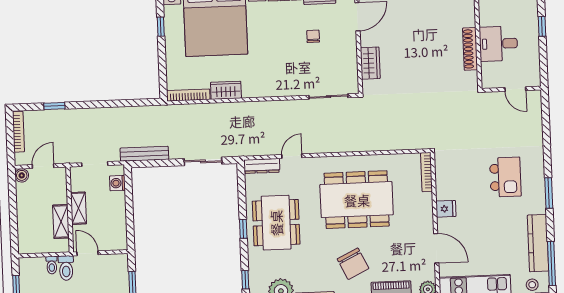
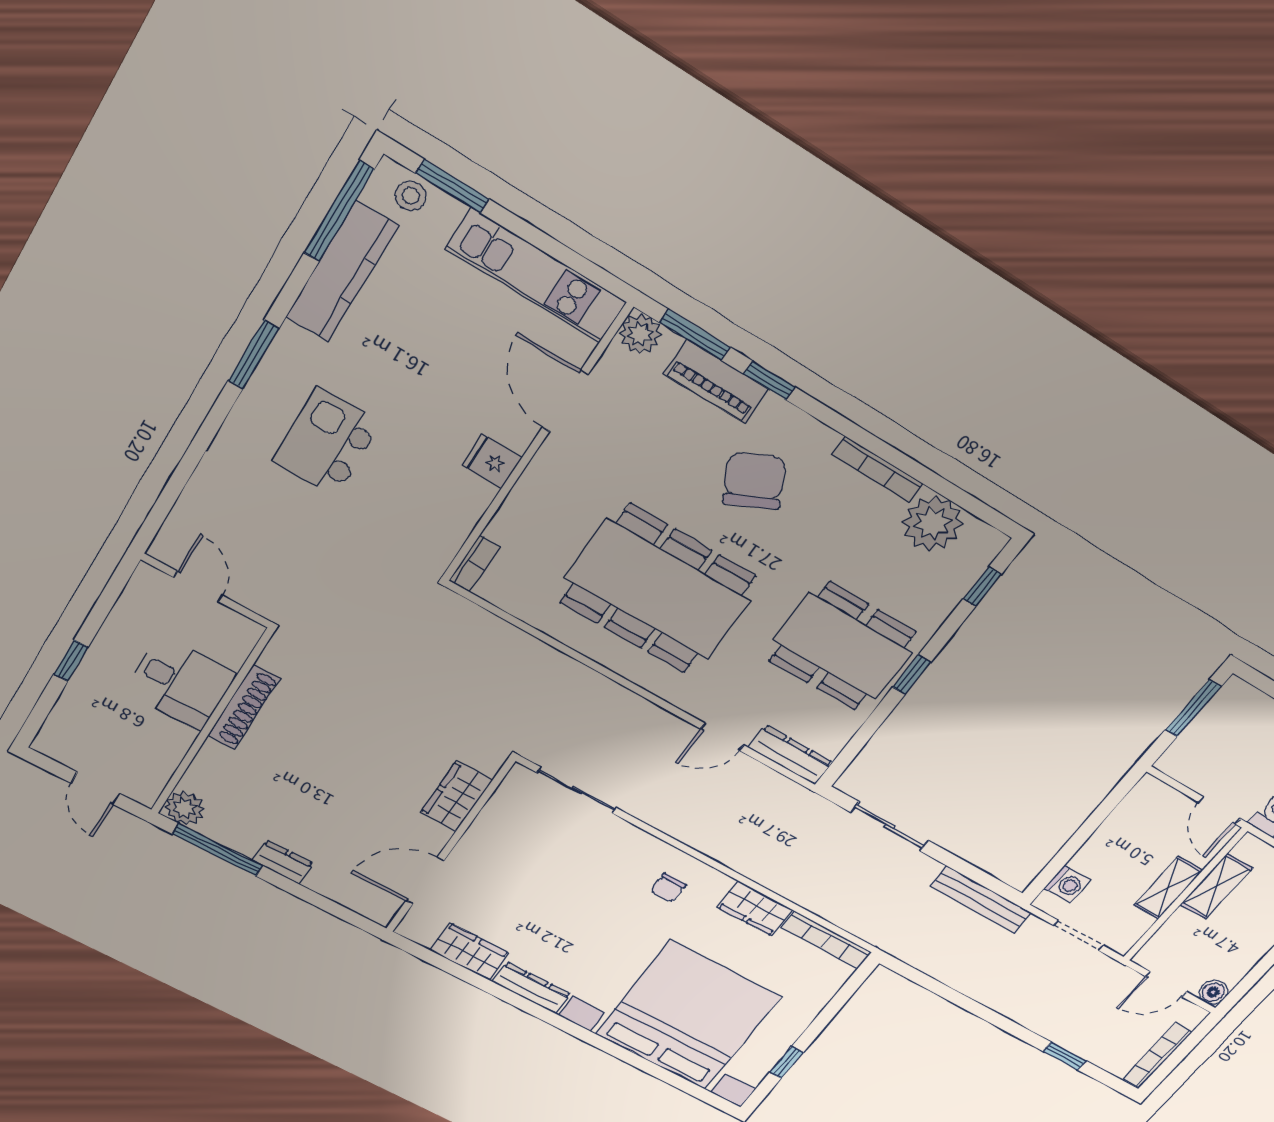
chair: (313, 36) -> (668, 888), moved
bookcase: (426, 172) -> (474, 564), width x0.64
dining table: (276, 223) -> (842, 646), turned 90

